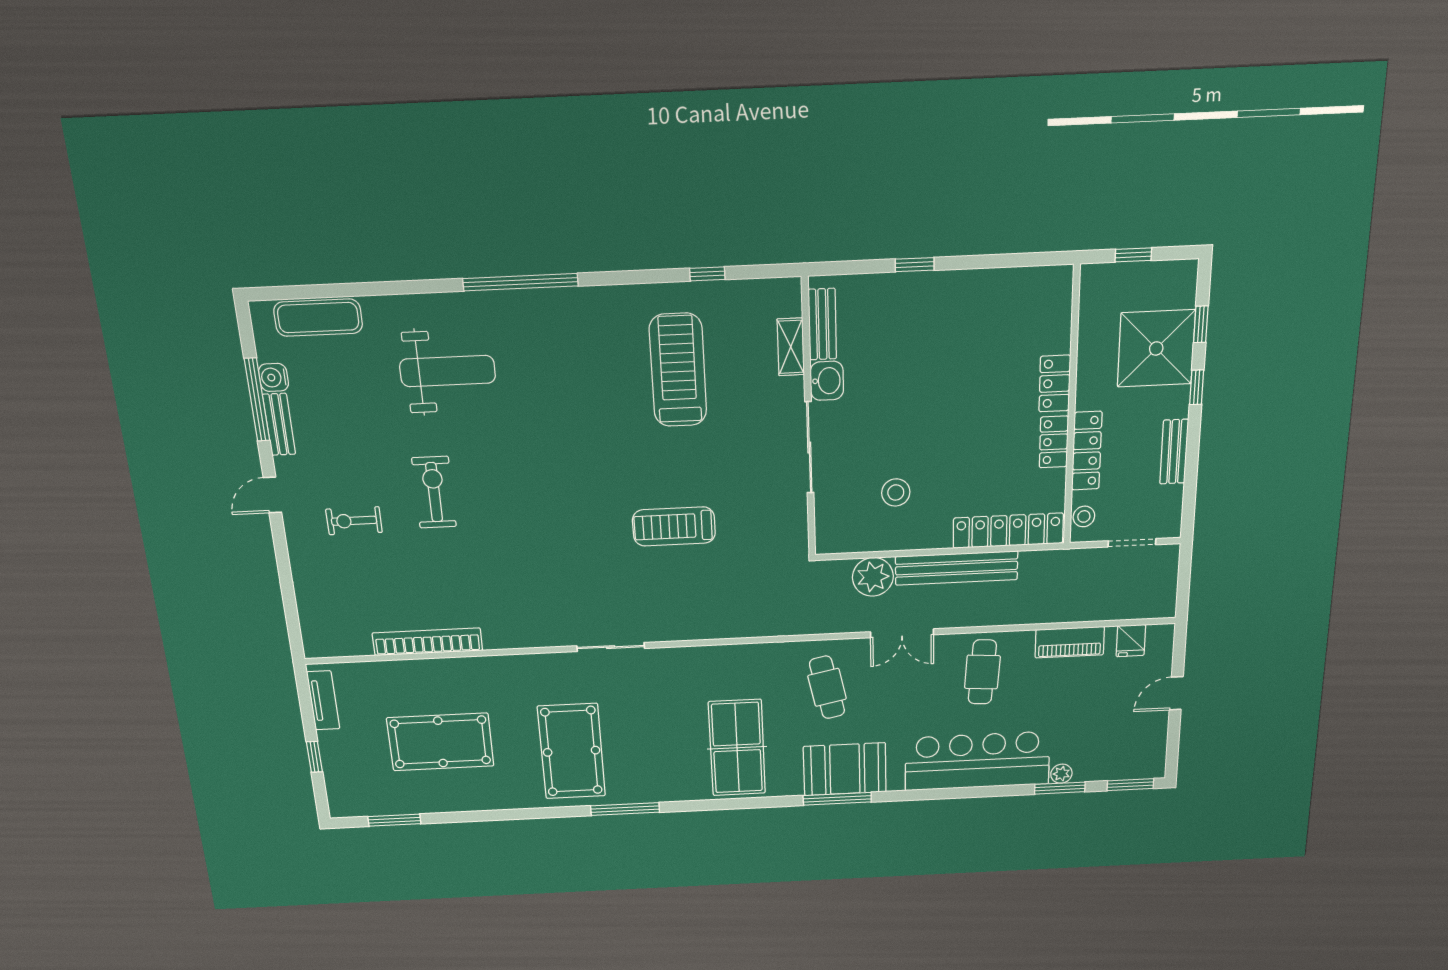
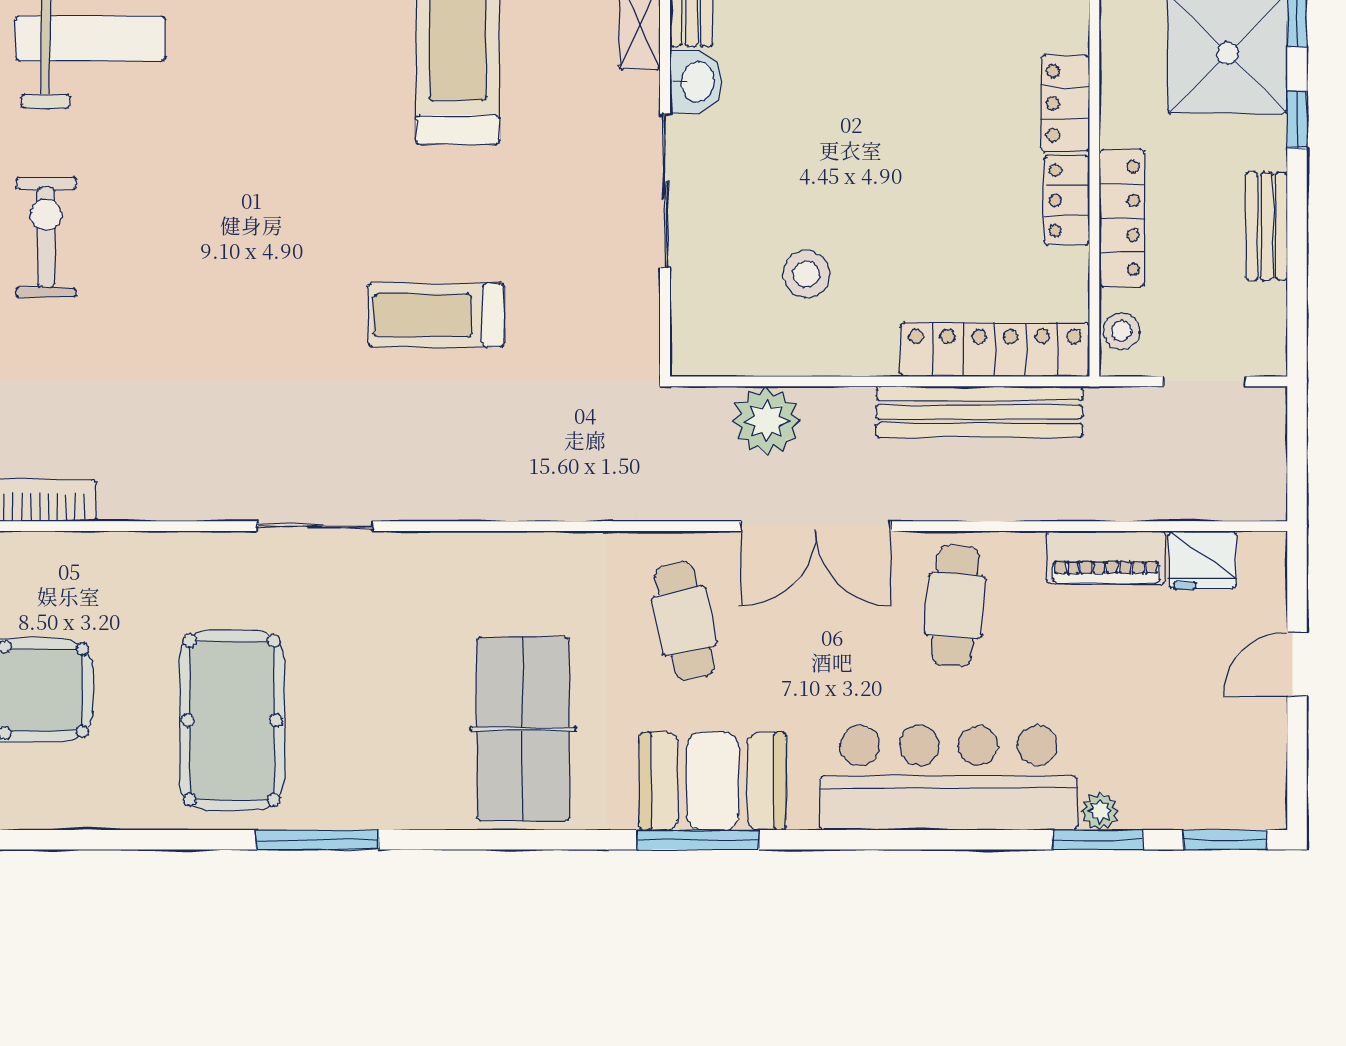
bench: (957, 568) -> (980, 412), moved
double door: (902, 633) -> (816, 526), width x1.37
fridge: (1131, 641) -> (1202, 560), width x1.38

